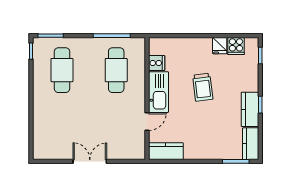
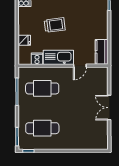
fridge: (220, 46) -> (24, 40), moved
door: (147, 122) -> (80, 66), swing flipped

